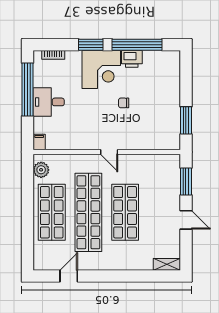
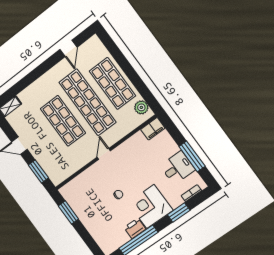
window: (91, 45) -> (179, 213), moved
window: (28, 89) -> (192, 156), width x0.68
desk: (49, 102) -> (178, 168), moved
filing cabinet: (39, 142) -> (153, 129), width x2.00
door: (109, 152) -> (104, 154), hinge flipped

